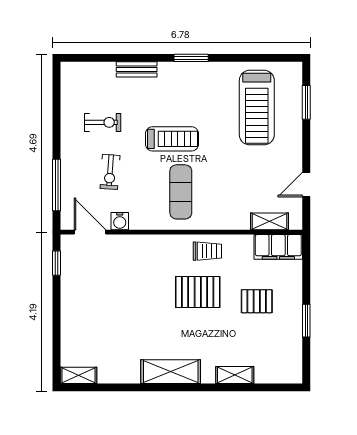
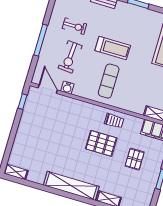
exercise bike: (110, 172) -> (70, 57), width x1.38, depth x1.39
window: (57, 185) -> (41, 40), moved
pallet: (257, 301) -> (135, 159), turned 90
shelving: (171, 372) -> (71, 186), width x1.47

